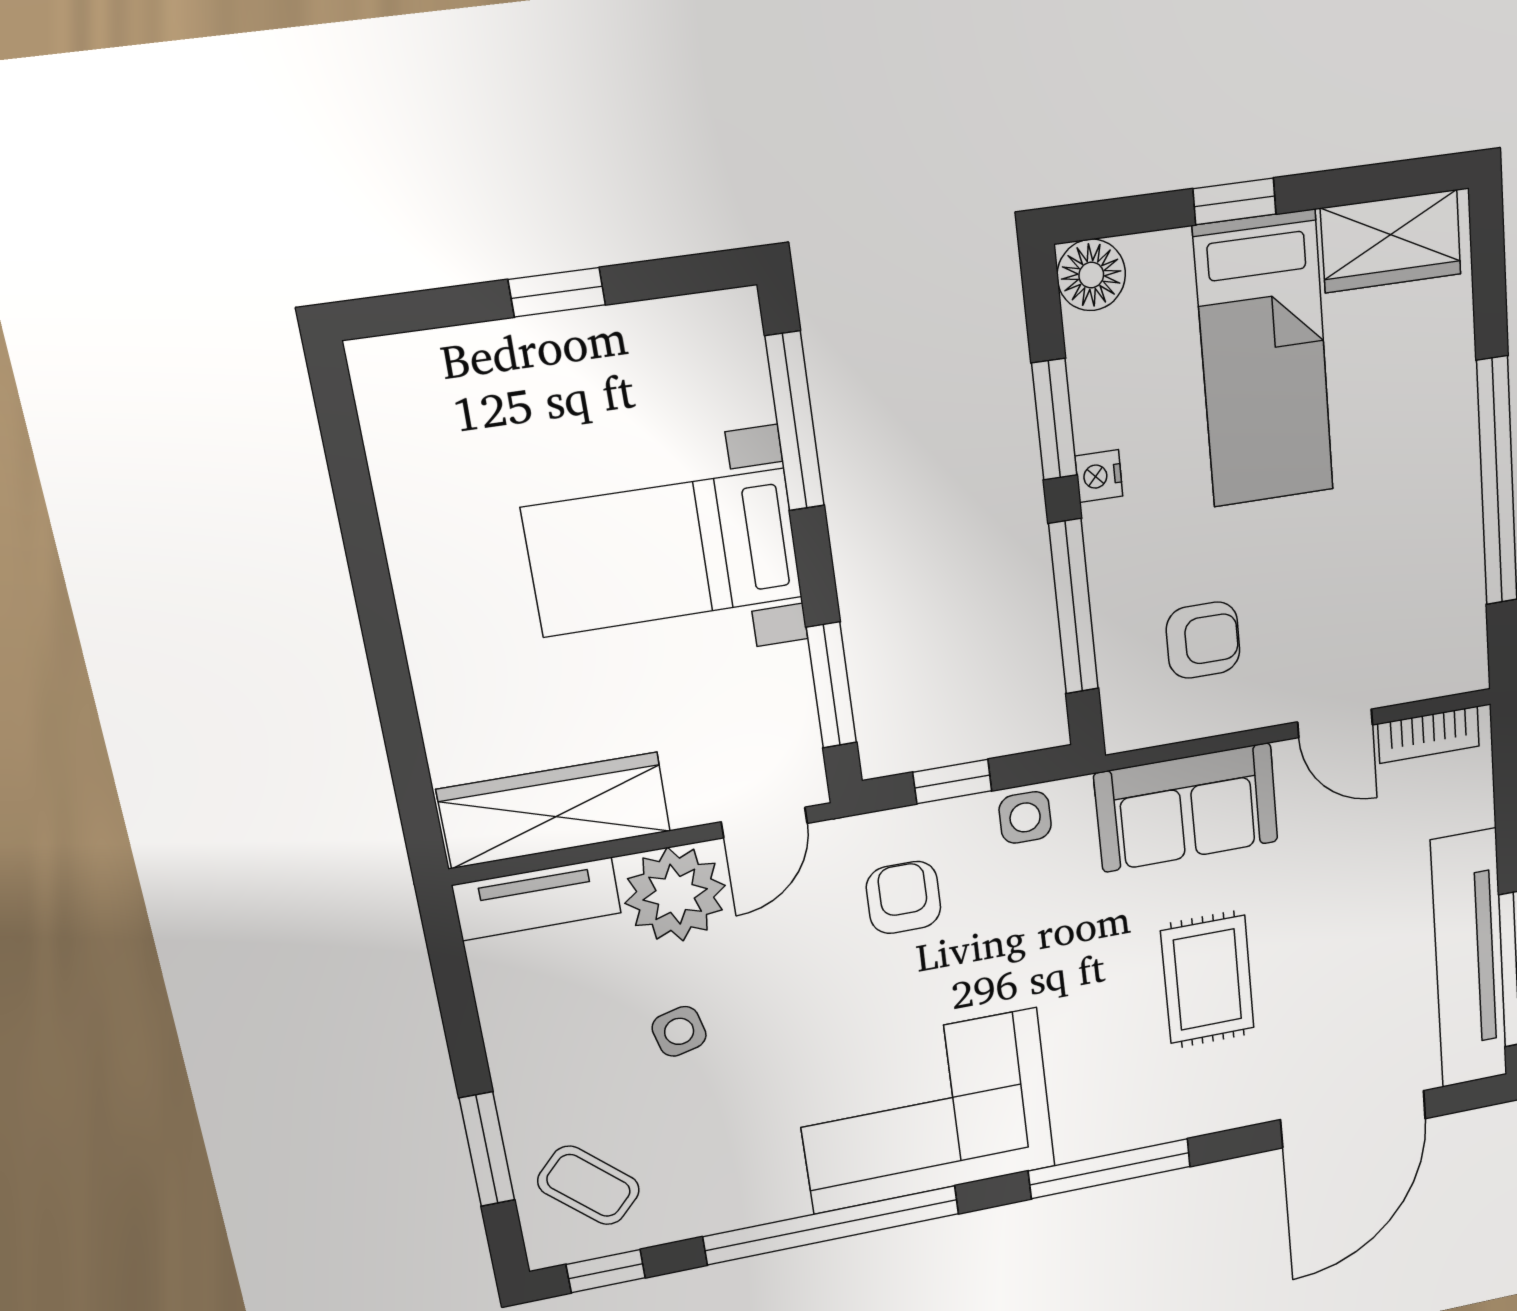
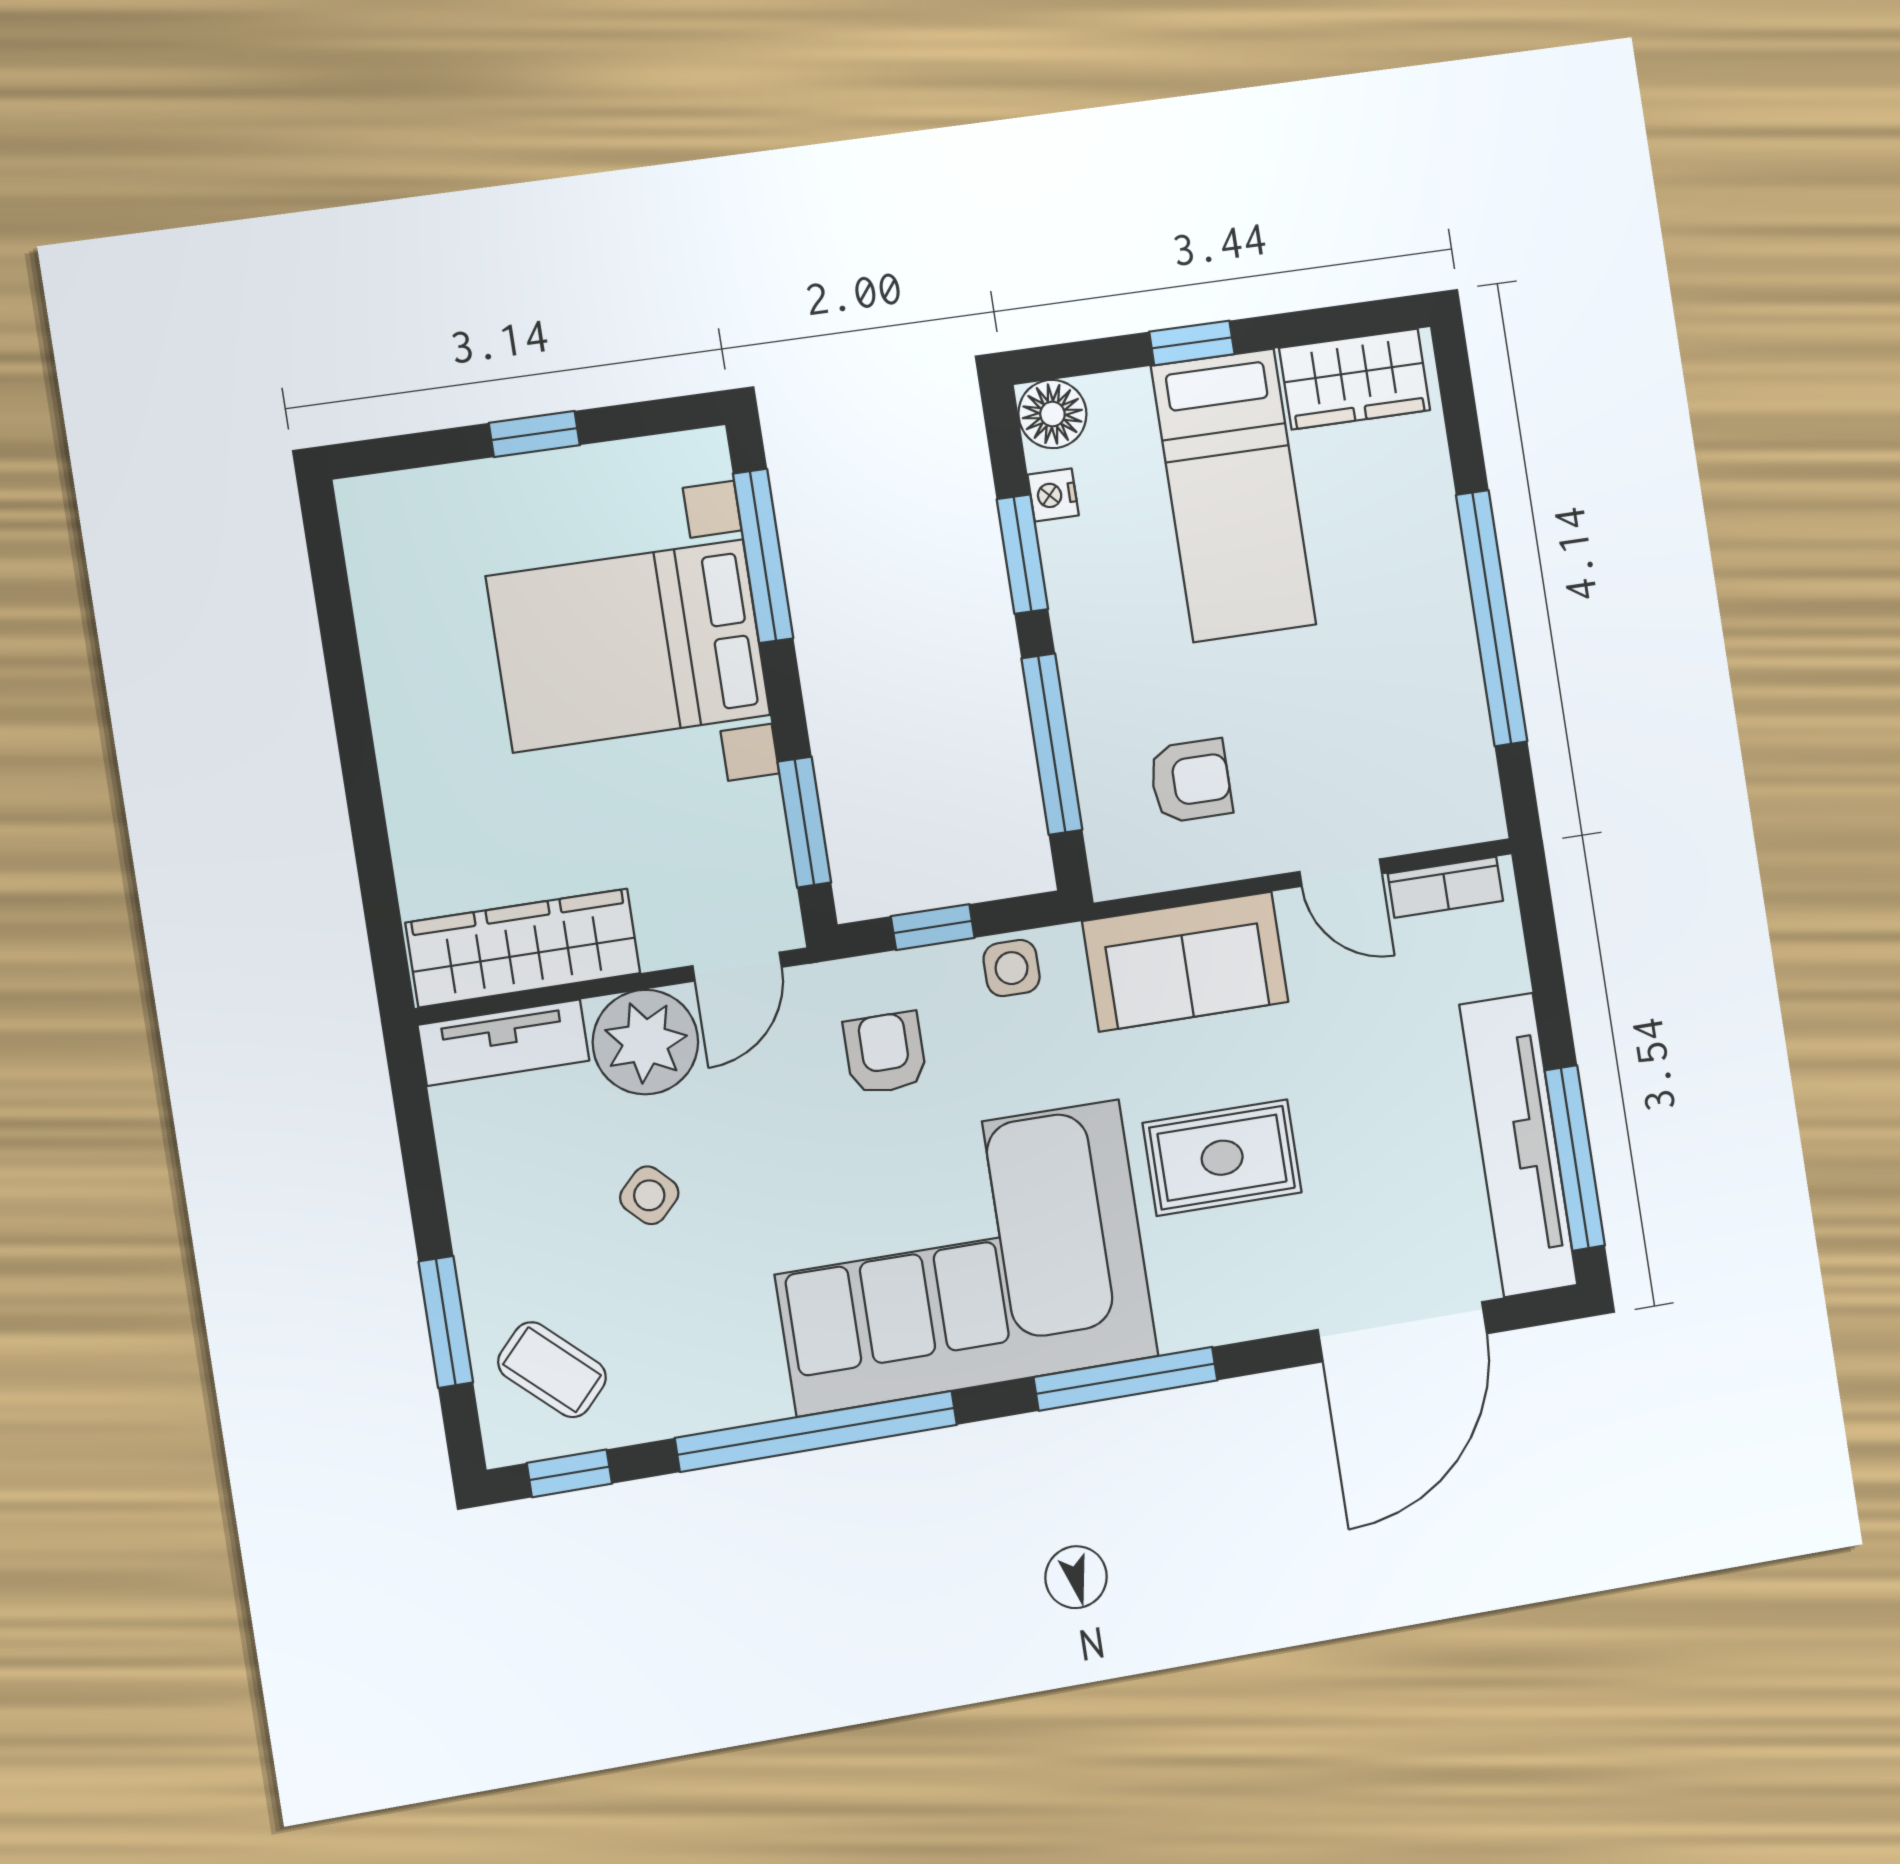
nightstand: (1099, 476) -> (1053, 495), moved
bed with nightstands: (663, 553) -> (628, 646), width x1.36
rug: (1208, 980) -> (1222, 1158), turned 90
side table: (679, 1031) -> (649, 1195), turned -31
corner sofa: (925, 1111) -> (958, 1257), width x1.36, depth x1.36

